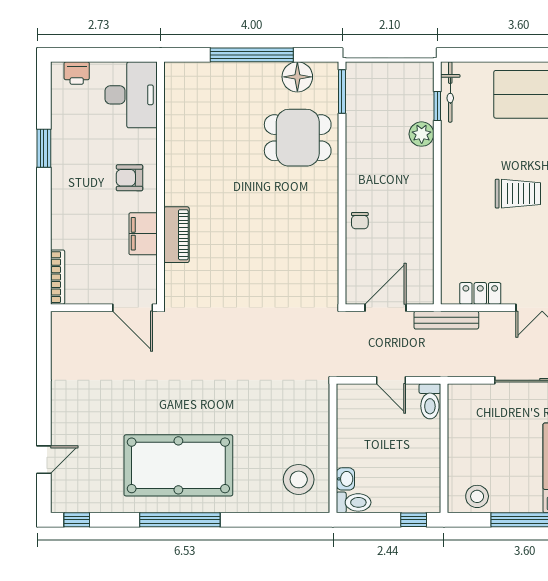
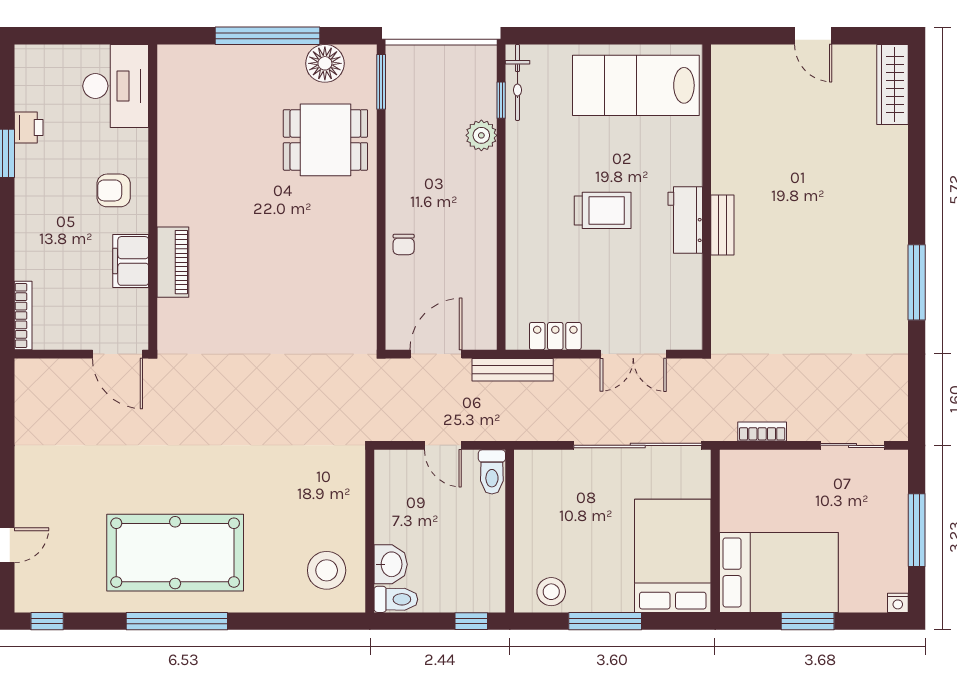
printer: (77, 73) -> (29, 127), moved, turned -90
washbasin: (345, 479) -> (391, 564), width x1.38, depth x1.45

